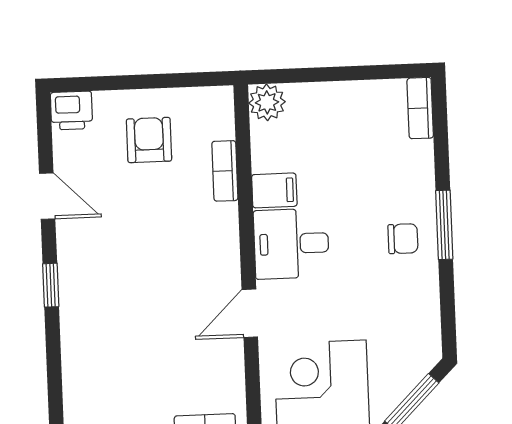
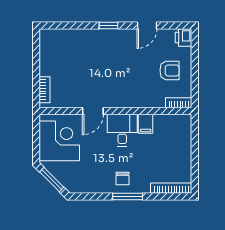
plant: (267, 102) -> (184, 122), removed
bookcase: (420, 108) -> (171, 188), width x1.56
bookcase: (225, 171) -> (179, 103), moved
door: (250, 313) -> (93, 111), swing flipped

